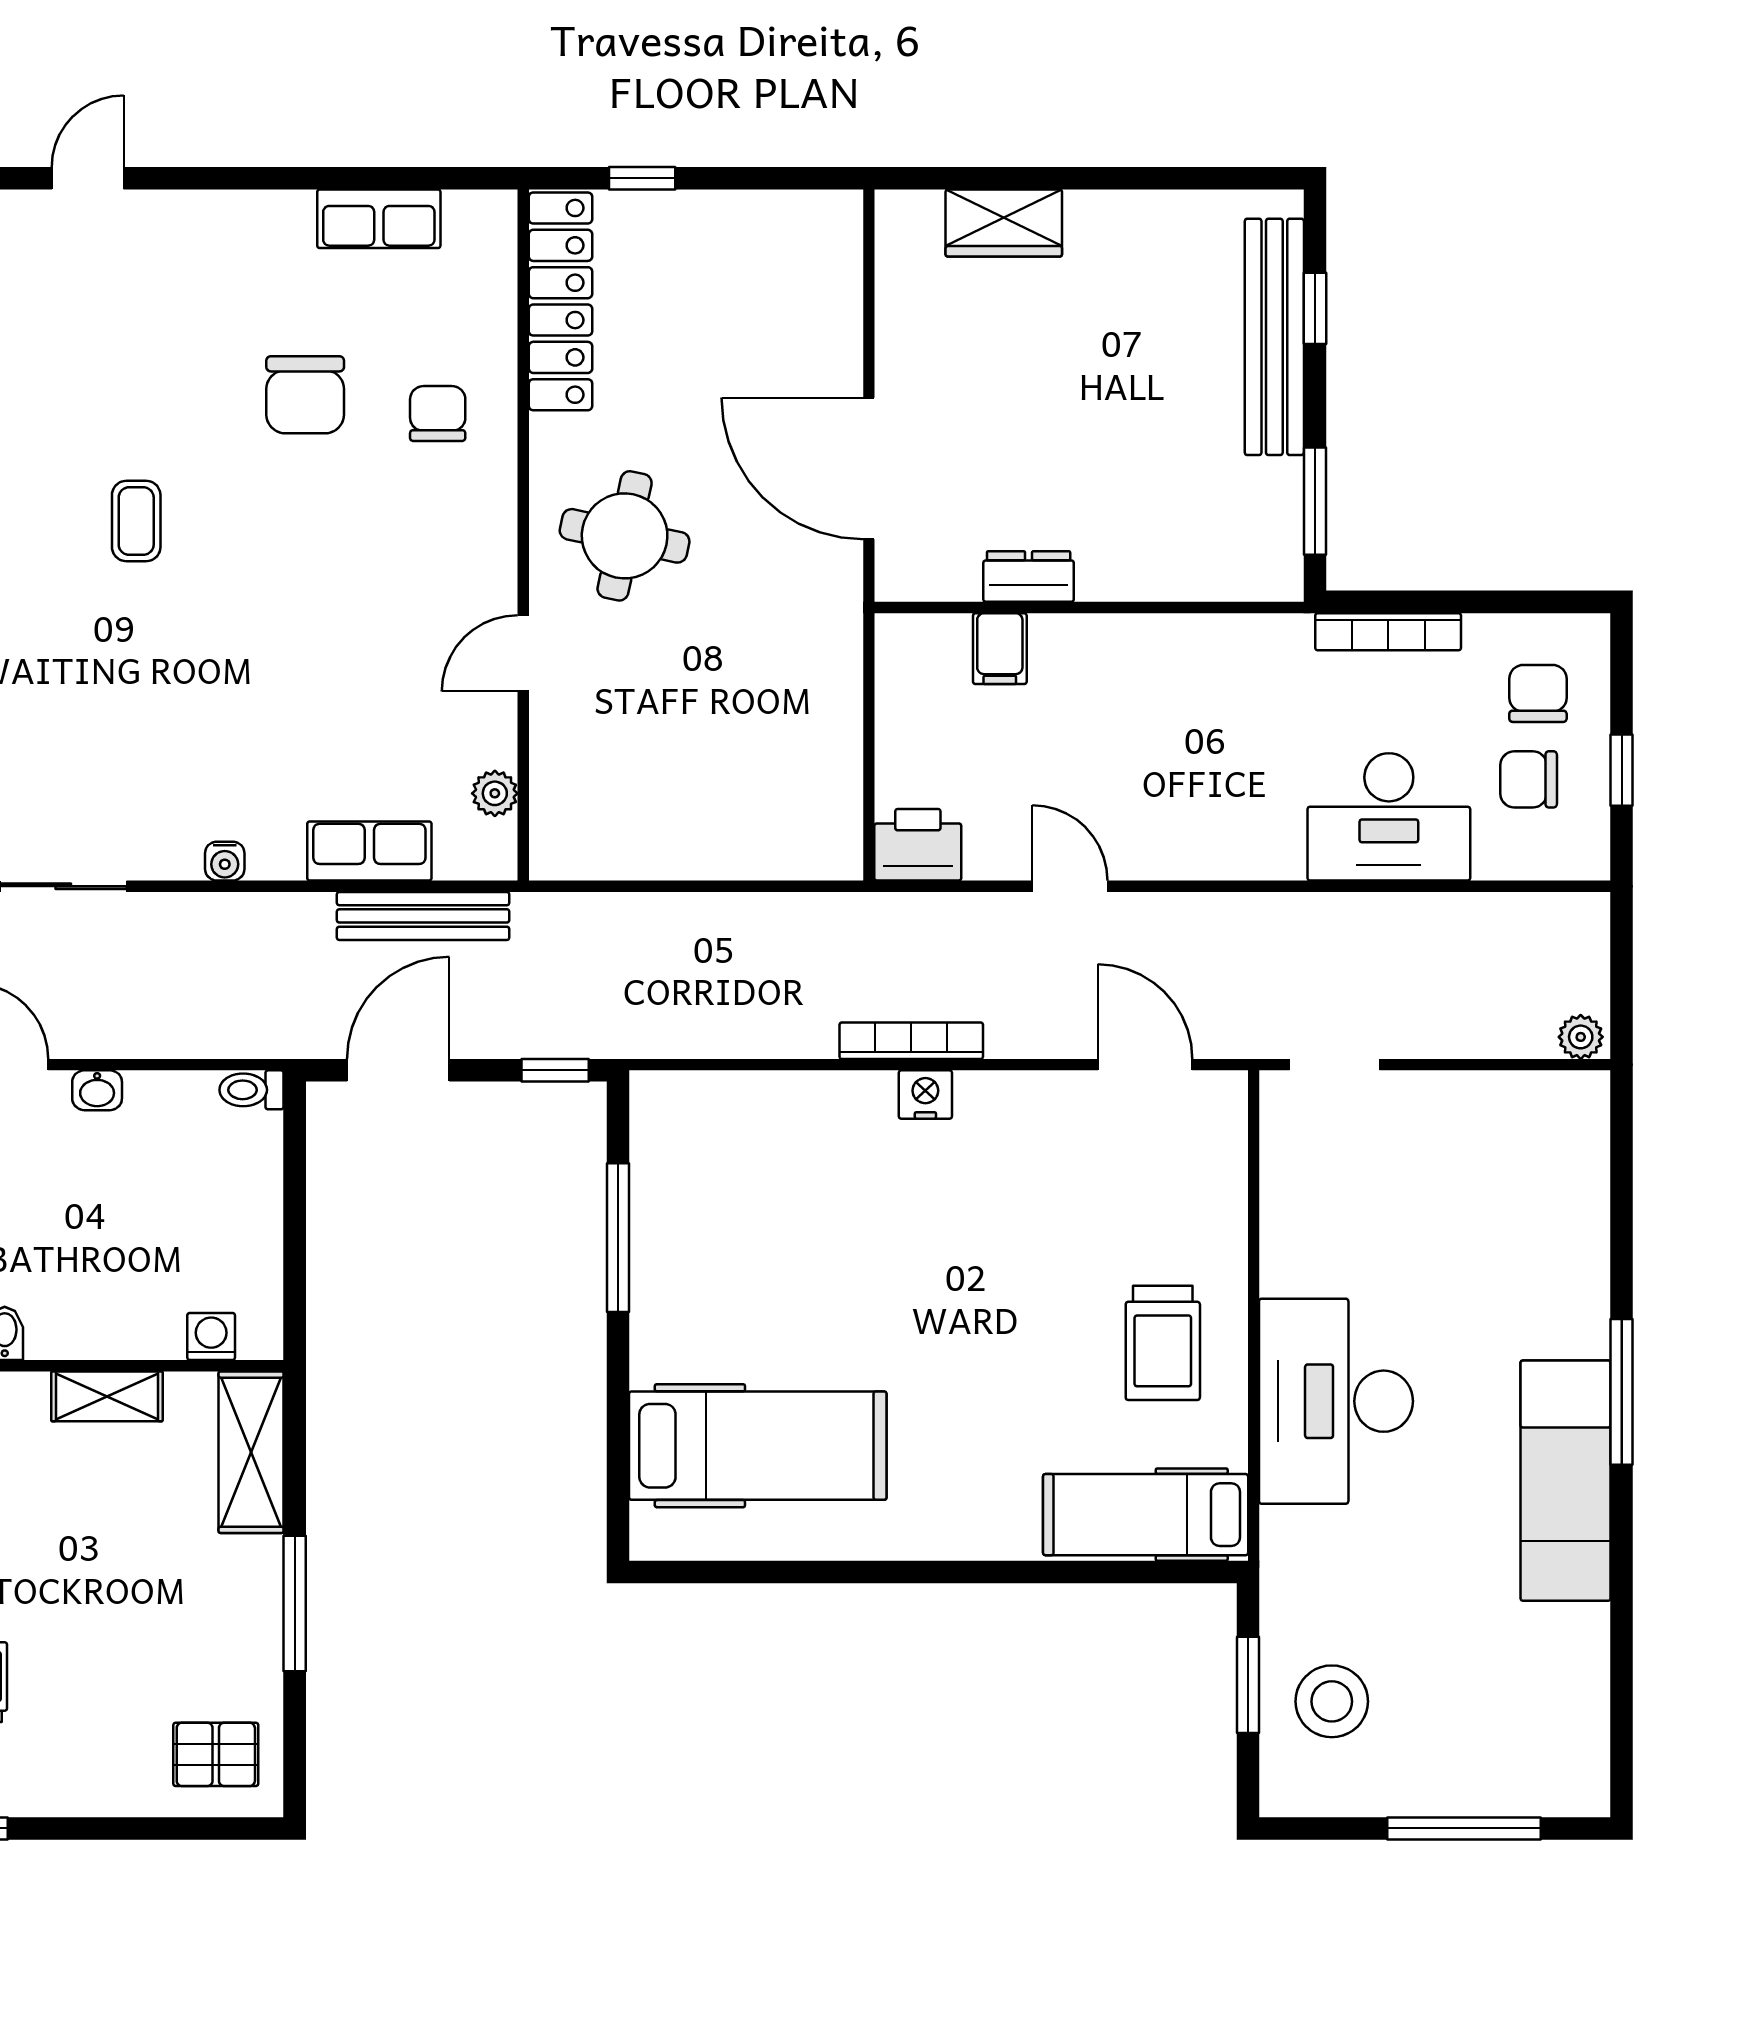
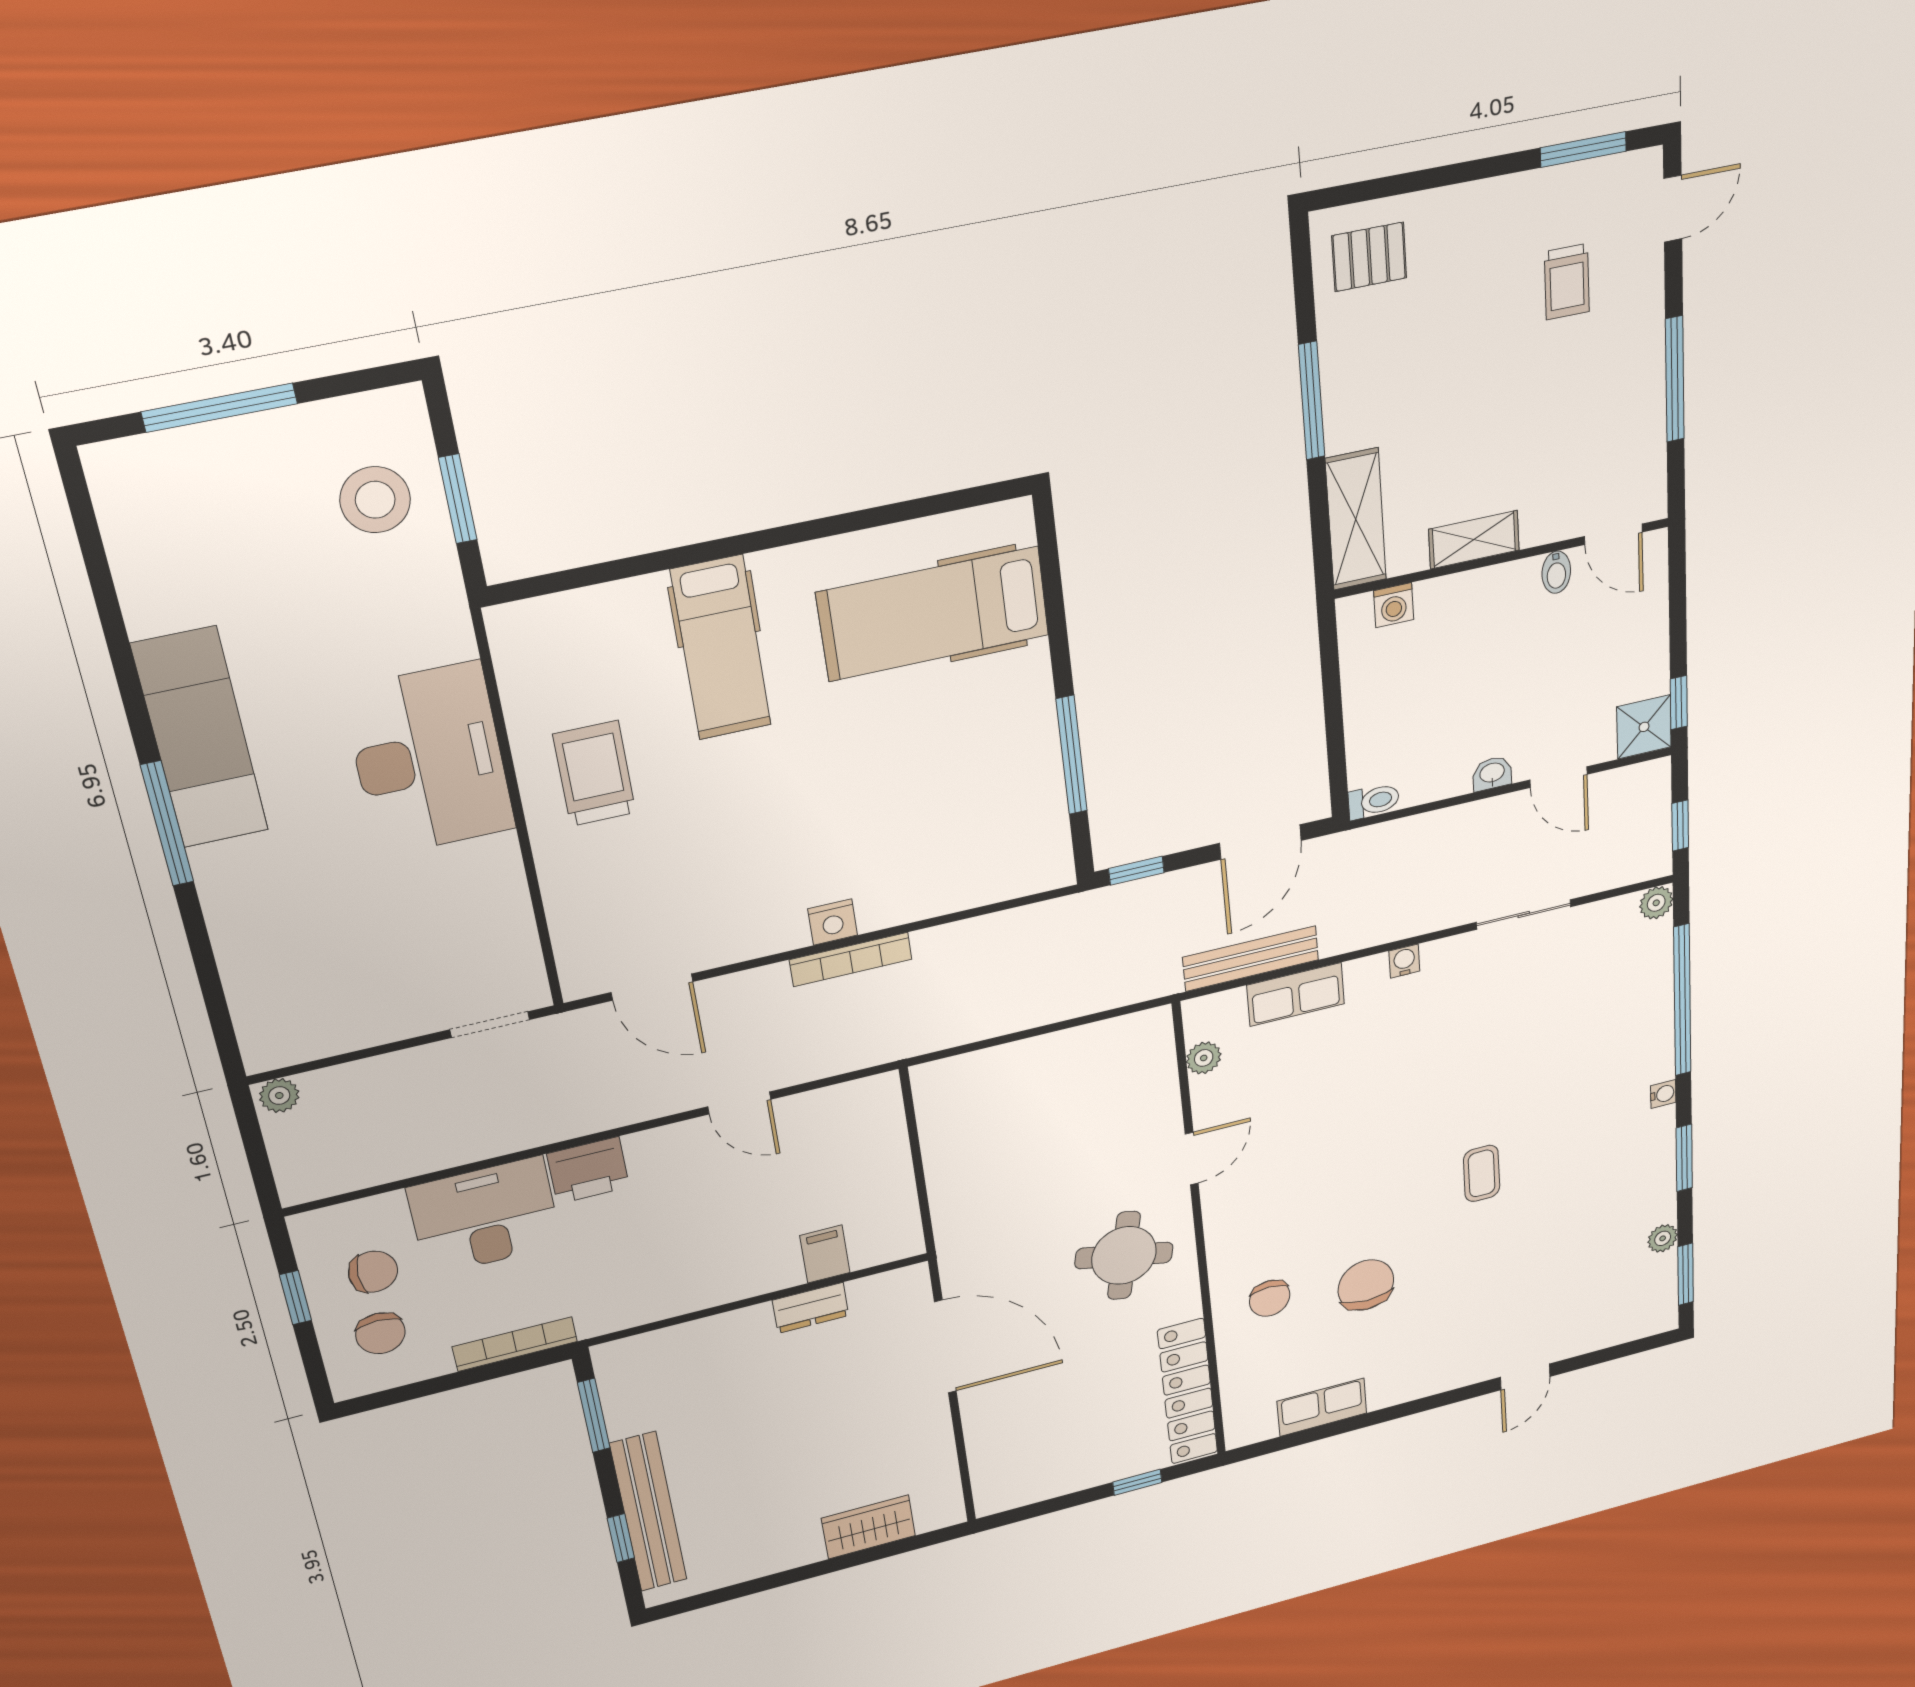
printer: (918, 845) -> (588, 1170), moved
hospital bed: (1146, 1515) -> (721, 648), moved, turned 90

